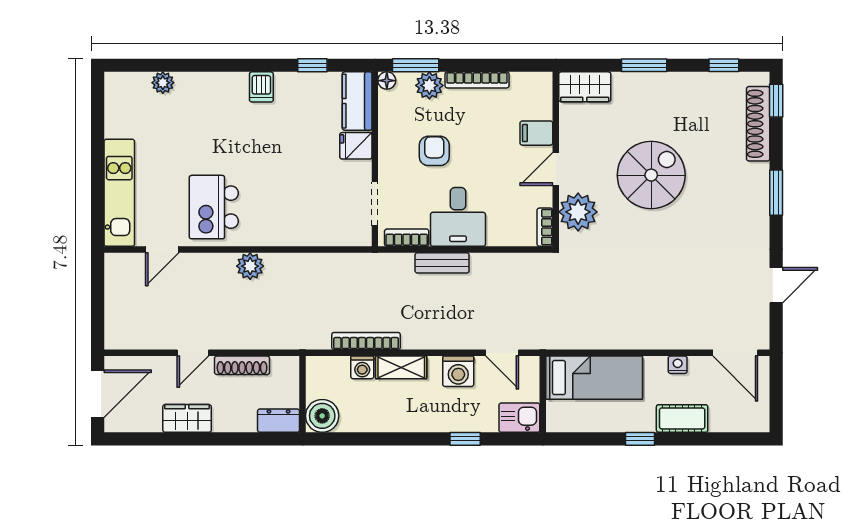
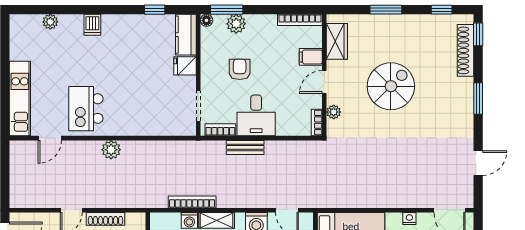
bookcase: (477, 80) -> (300, 20), moved
dishwasher: (261, 87) -> (92, 25), moved
wardrobe: (585, 87) -> (337, 41), moved, turned -90
plant: (578, 212) -> (334, 112), width x0.53, depth x0.53

